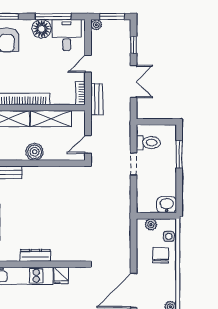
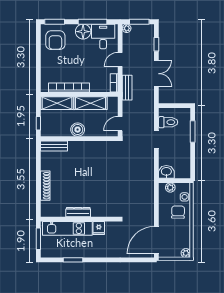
washbasin: (167, 205) -> (166, 172), moved

